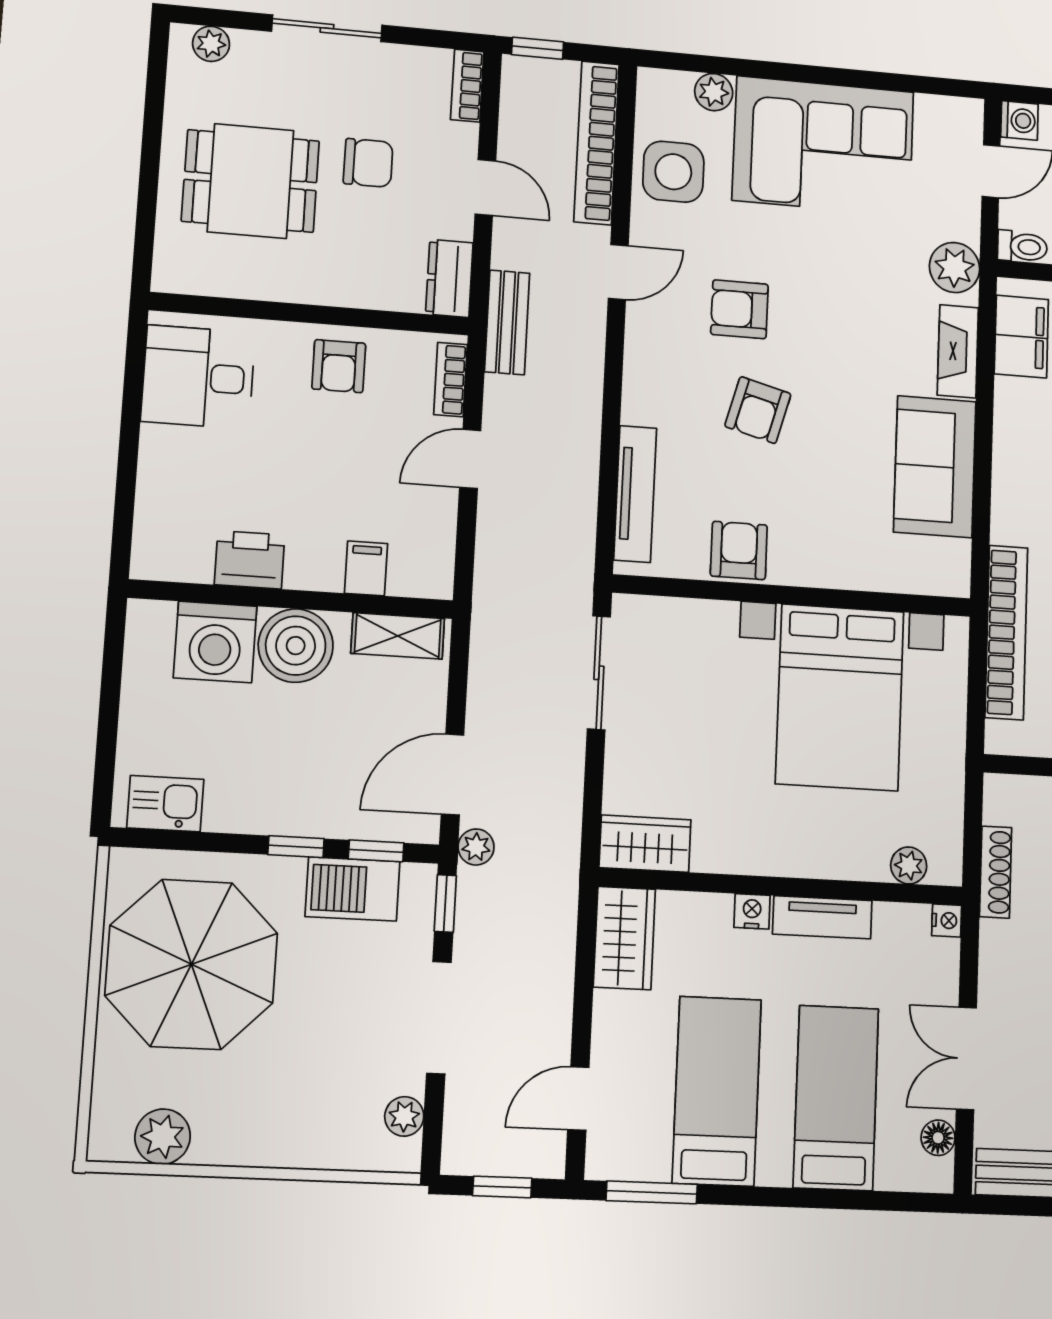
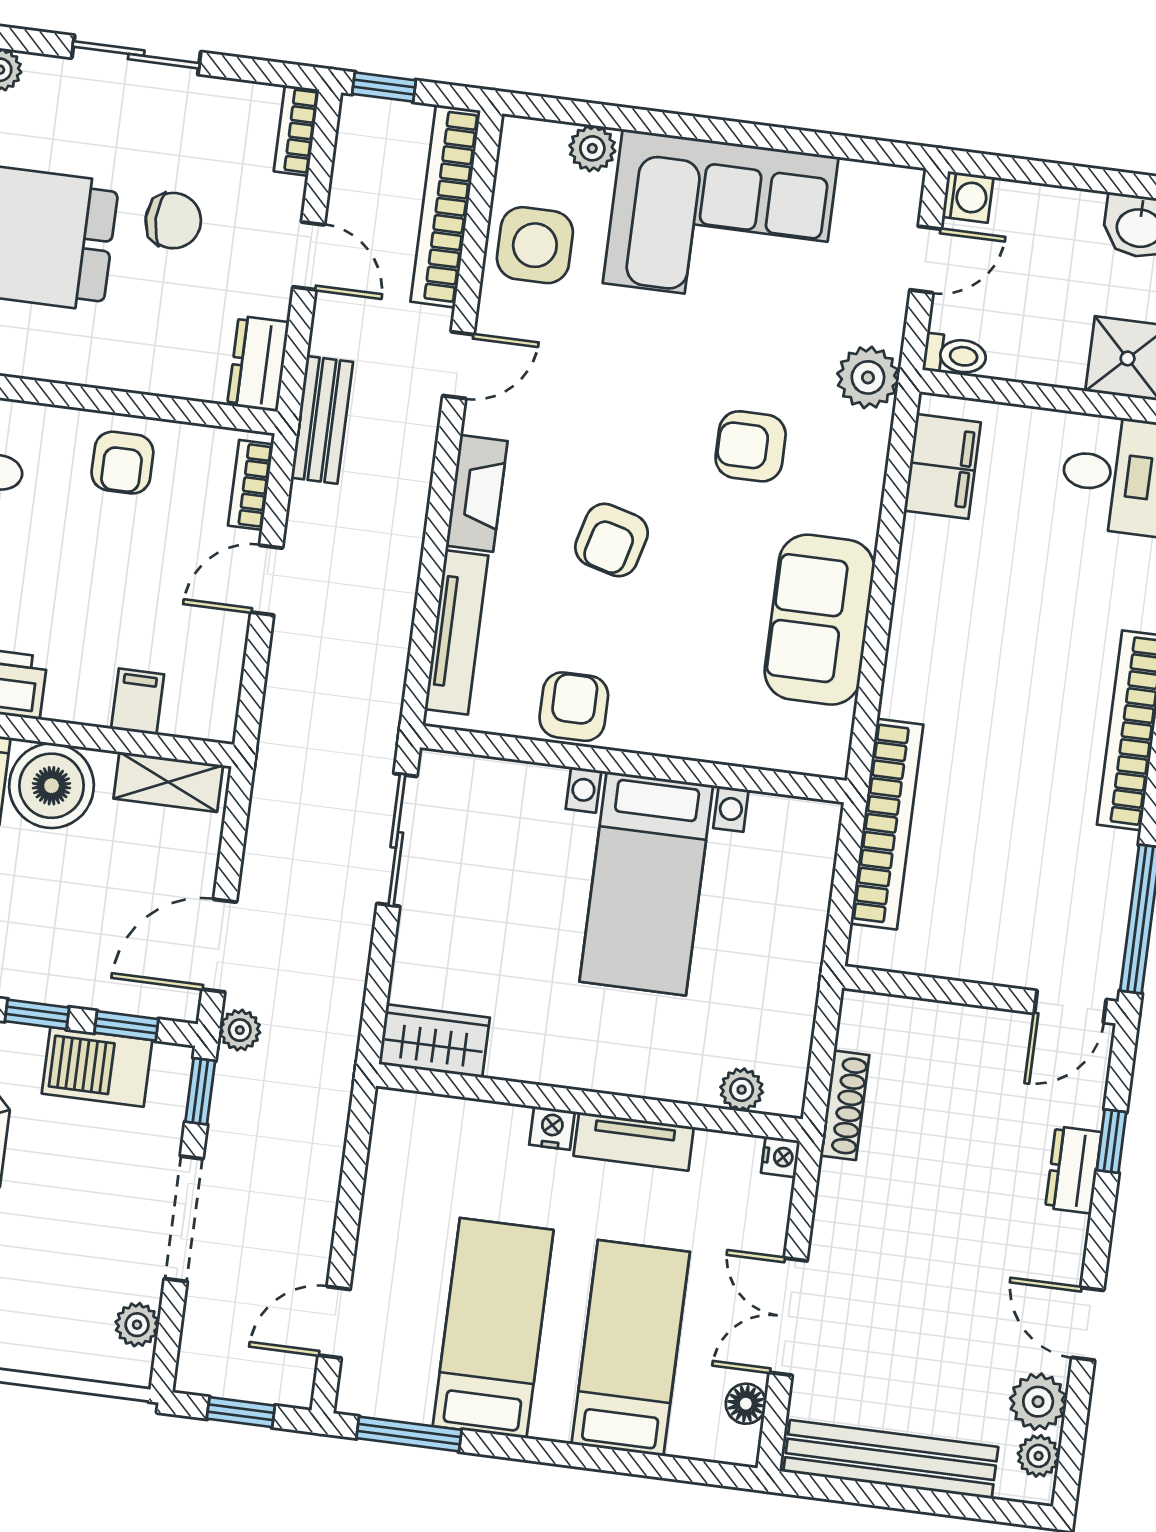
armchair: (739, 309) -> (751, 446), moved
fireplace: (958, 351) -> (477, 493), moved, turned 180
bed with nightstands: (840, 697) -> (646, 883), width x0.73
wardrobe: (624, 938) -> (401, 1147), removed

